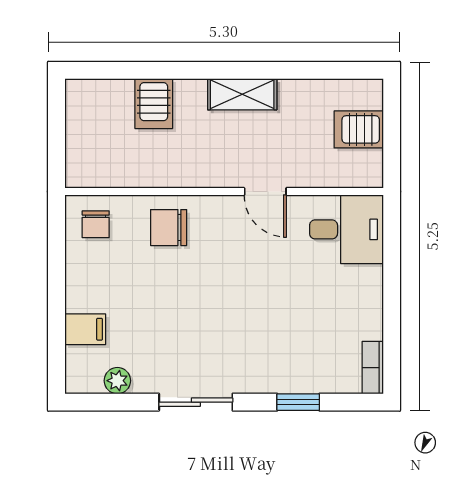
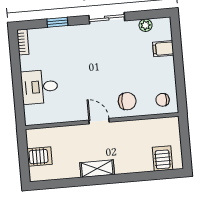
server rack: (154, 104) -> (163, 158), moved
door: (265, 191) -> (99, 121), moved
chair: (96, 224) -> (163, 100), turned -90
desk: (346, 229) -> (39, 87), moved

